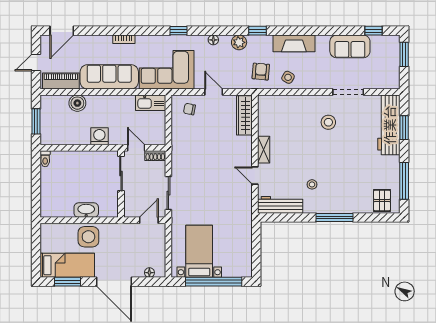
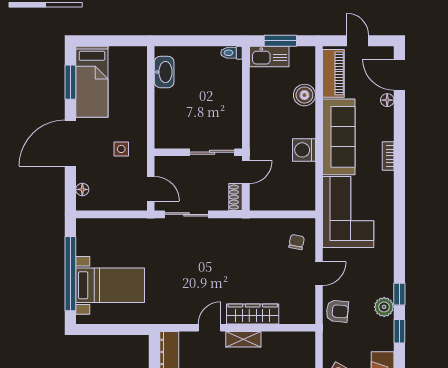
window: (179, 31) -> (399, 294), moved
floor lamp: (213, 40) -> (387, 100), moved
armchair: (261, 72) -> (337, 311), moved
kitchen sink: (151, 103) -> (269, 57), moved, turned -90
wardrobe: (244, 115) -> (253, 314), moved
washing machine: (99, 136) -> (304, 150), moved, turned 180
washbasin: (86, 210) -> (164, 72), moved
side table: (88, 237) -> (121, 149), moved, width x0.54, depth x0.54
bed with nightstands: (199, 251) -> (110, 285), moved

